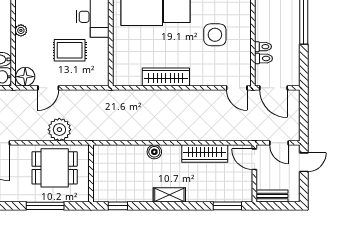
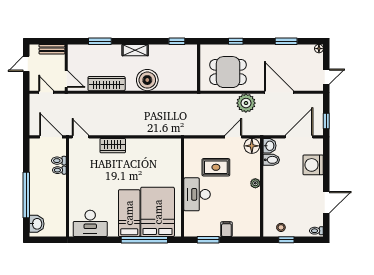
side table: (215, 35) -> (98, 180), removed
wardrobe: (166, 77) -> (113, 146), moved, width x0.67
plant: (59, 130) -> (246, 103), moved
boiler: (154, 152) -> (147, 80), width x1.86, depth x1.86
door: (304, 162) -> (26, 64), moved
window: (45, 206) -> (236, 41), width x0.46
window: (227, 206) -> (100, 41), moved

